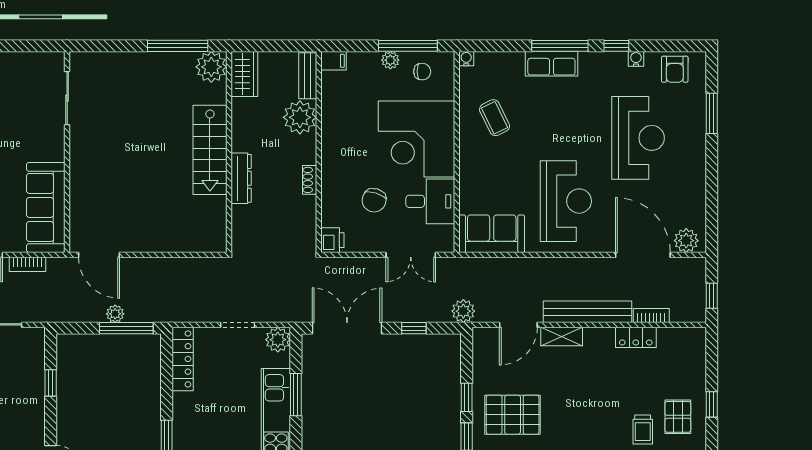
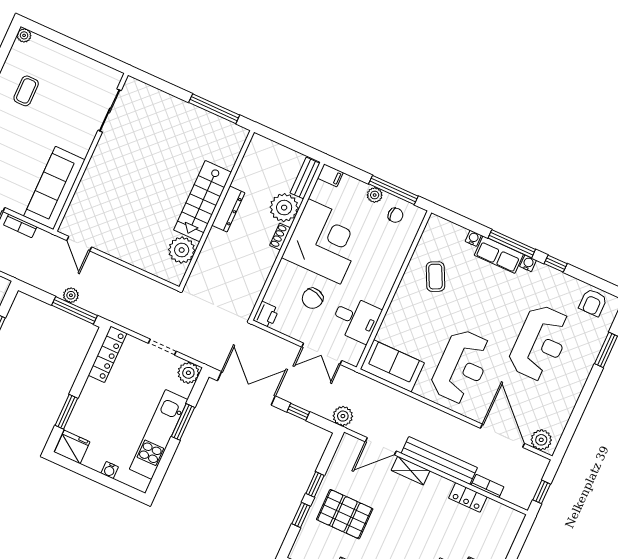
water cooler: (466, 59) -> (473, 238), moved
water cooler: (636, 59) -> (528, 263), moved
plant: (211, 67) -> (182, 250), moved
wardrobe: (244, 74) -> (256, 154), removed
corner desk: (416, 139) -> (324, 241), moved, turned 180
dresser: (241, 178) -> (228, 209), moved
shoe rack: (310, 180) -> (280, 237), moved
door: (99, 255) -> (79, 244), width x0.73

